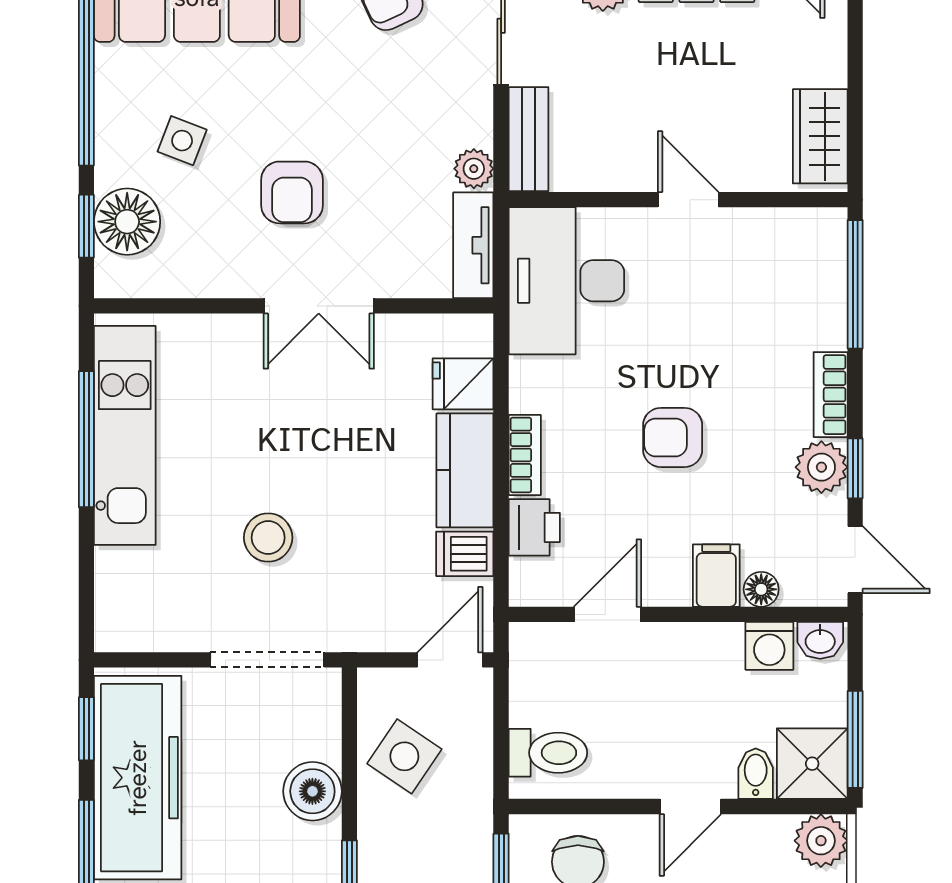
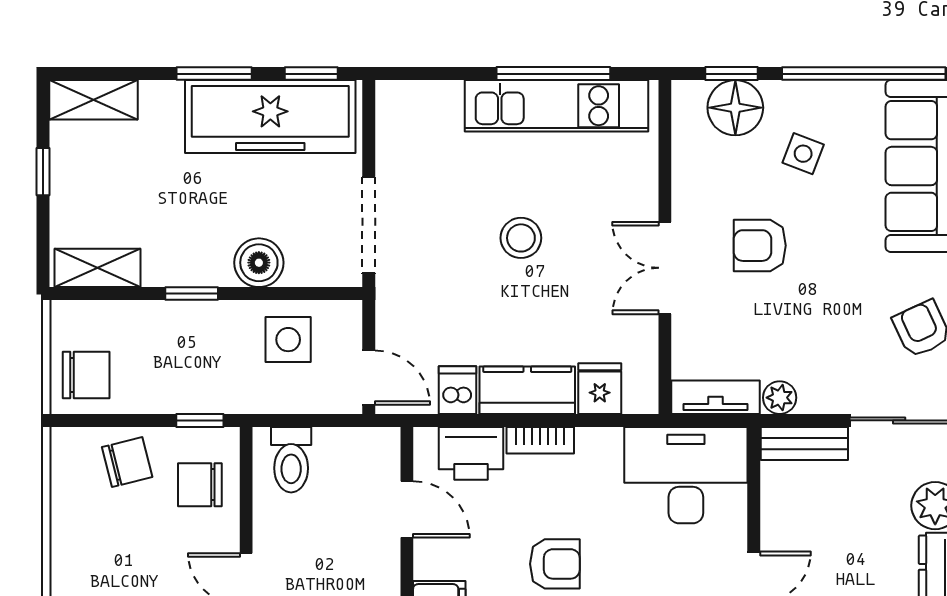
armchair: (673, 437) -> (555, 564), turned 90
printer: (534, 527) -> (471, 453), width x1.36, depth x1.24
stool: (268, 538) -> (521, 238), moved
side table: (404, 756) -> (288, 340), turned -34

